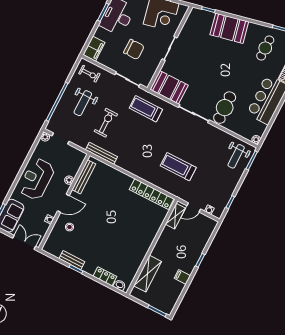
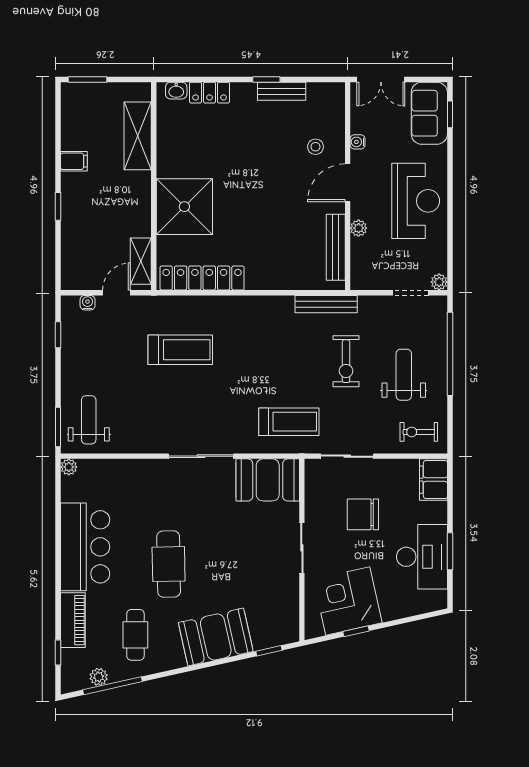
cafe table: (225, 108) -> (169, 564), moved
shower: (143, 231) -> (184, 207), added

